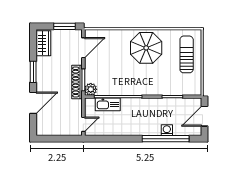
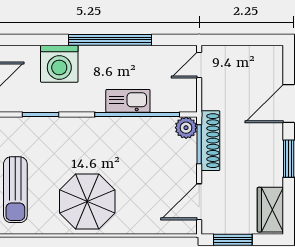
kitchen sink: (108, 104) -> (128, 101), moved
washing machine: (167, 130) -> (59, 64), width x1.89, depth x1.89
window: (166, 139) -> (110, 40), moved

